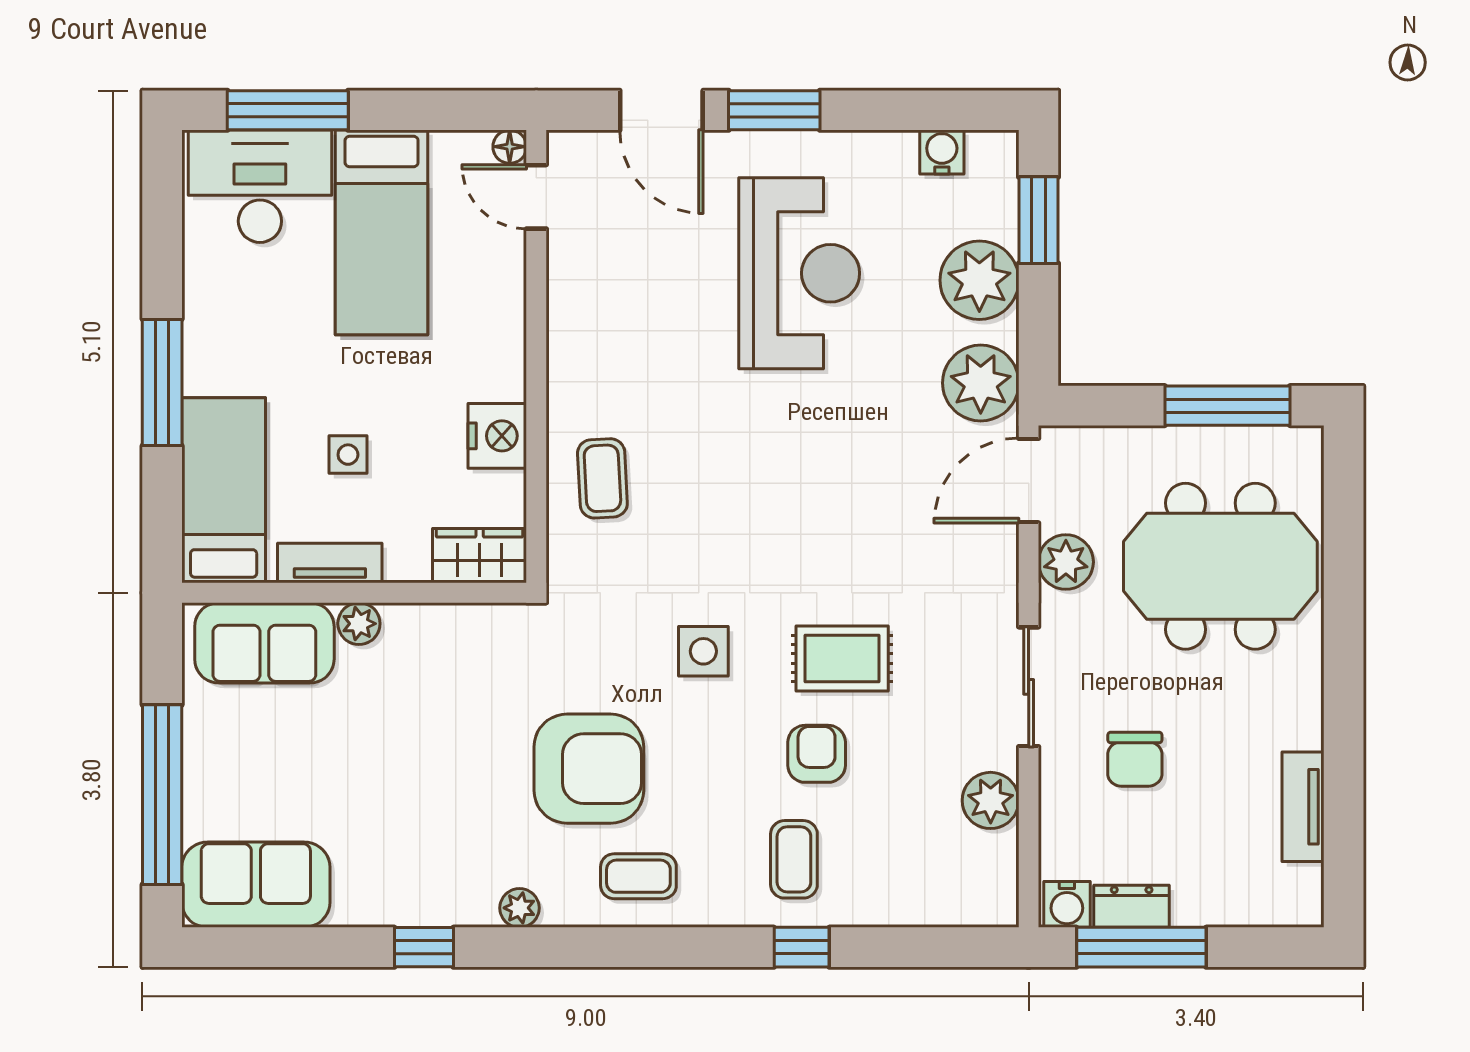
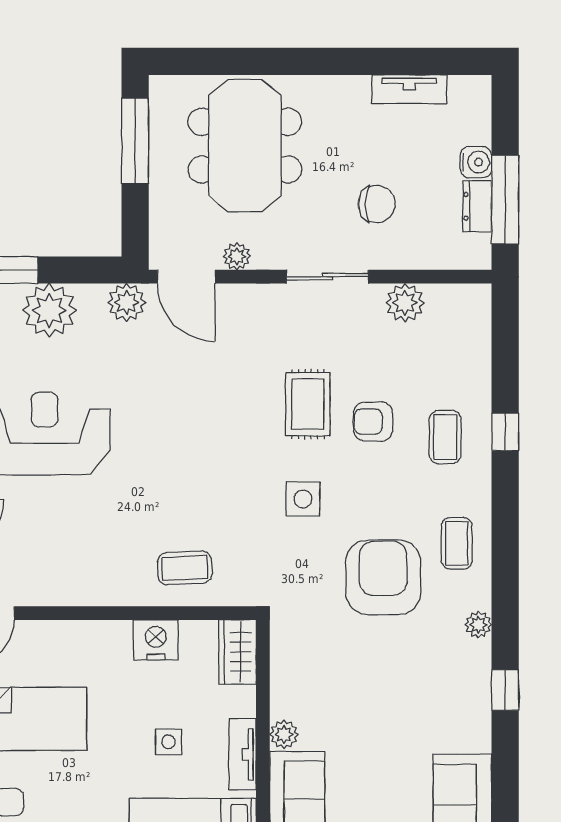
plant: (981, 383) -> (127, 303), width x0.73, depth x0.73
plant: (1066, 562) -> (237, 256), width x0.73, depth x0.73
coffee table: (794, 859) -> (445, 437), turned 90
water cooler: (1067, 904) -> (476, 162), moved

